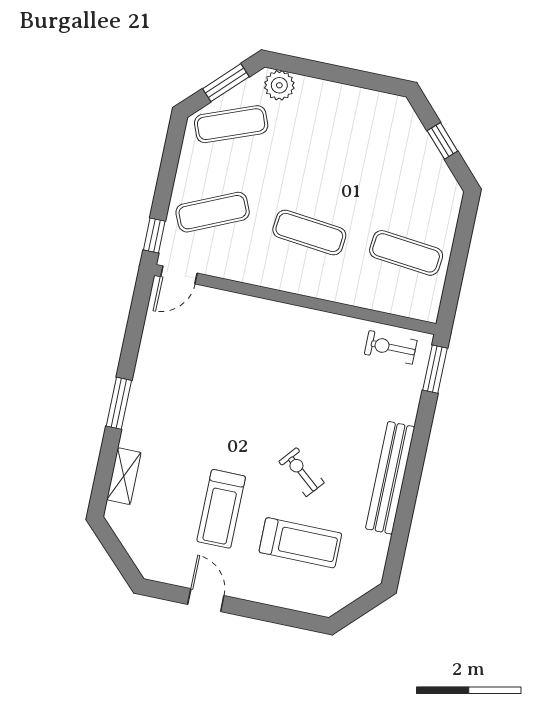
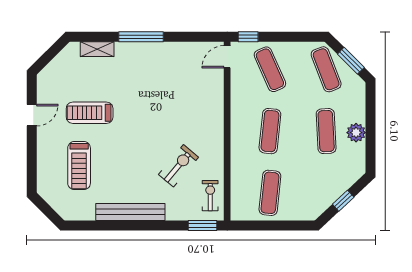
plant: (279, 85) -> (356, 133), moved
exercise mat: (328, 145) -> (326, 131), added
door: (179, 275) -> (227, 57), hinge flipped
window: (119, 403) -> (141, 37), width x1.44
exercise bike: (301, 472) -> (179, 166), moved, width x1.38, depth x1.39

